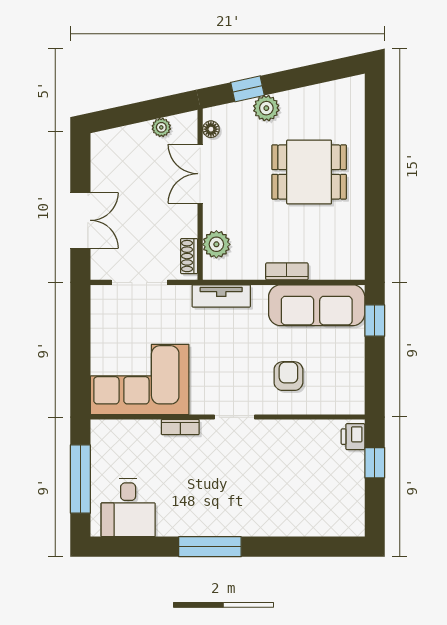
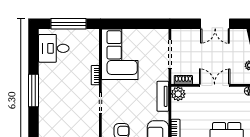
double door: (200, 174) -> (215, 85), moved
double door: (80, 220) -> (215, 24), moved
plant: (216, 244) -> (178, 94), moved

